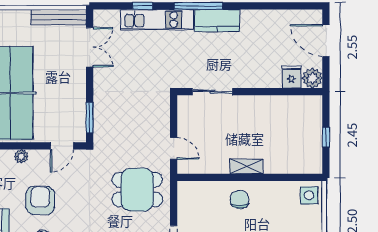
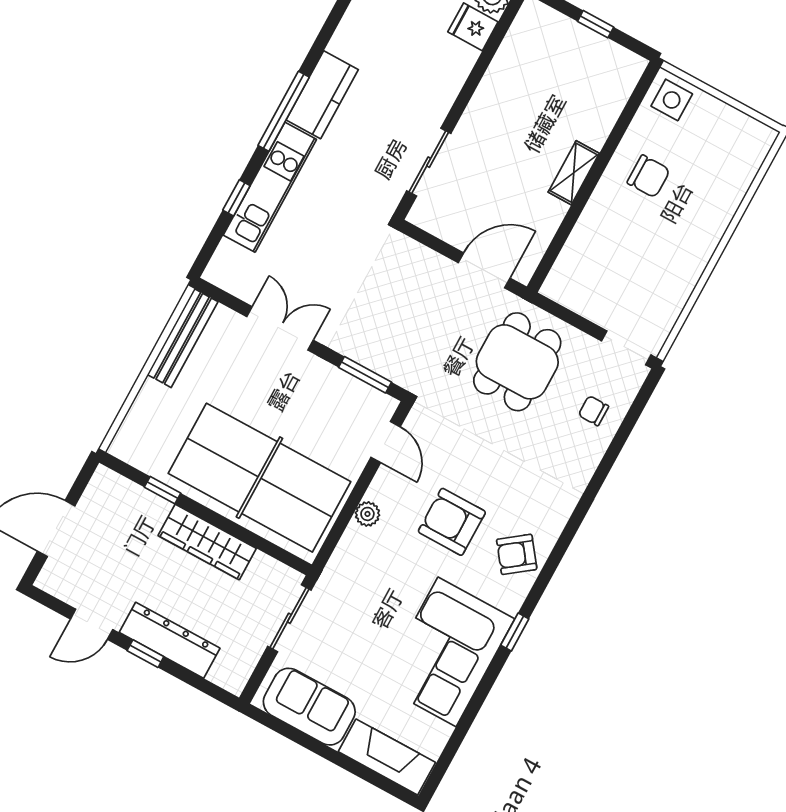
double door: (90, 47) -> (280, 328), moved
door: (174, 148) -> (484, 270), width x1.37
chair: (240, 199) -> (649, 176), moved, turned 180

